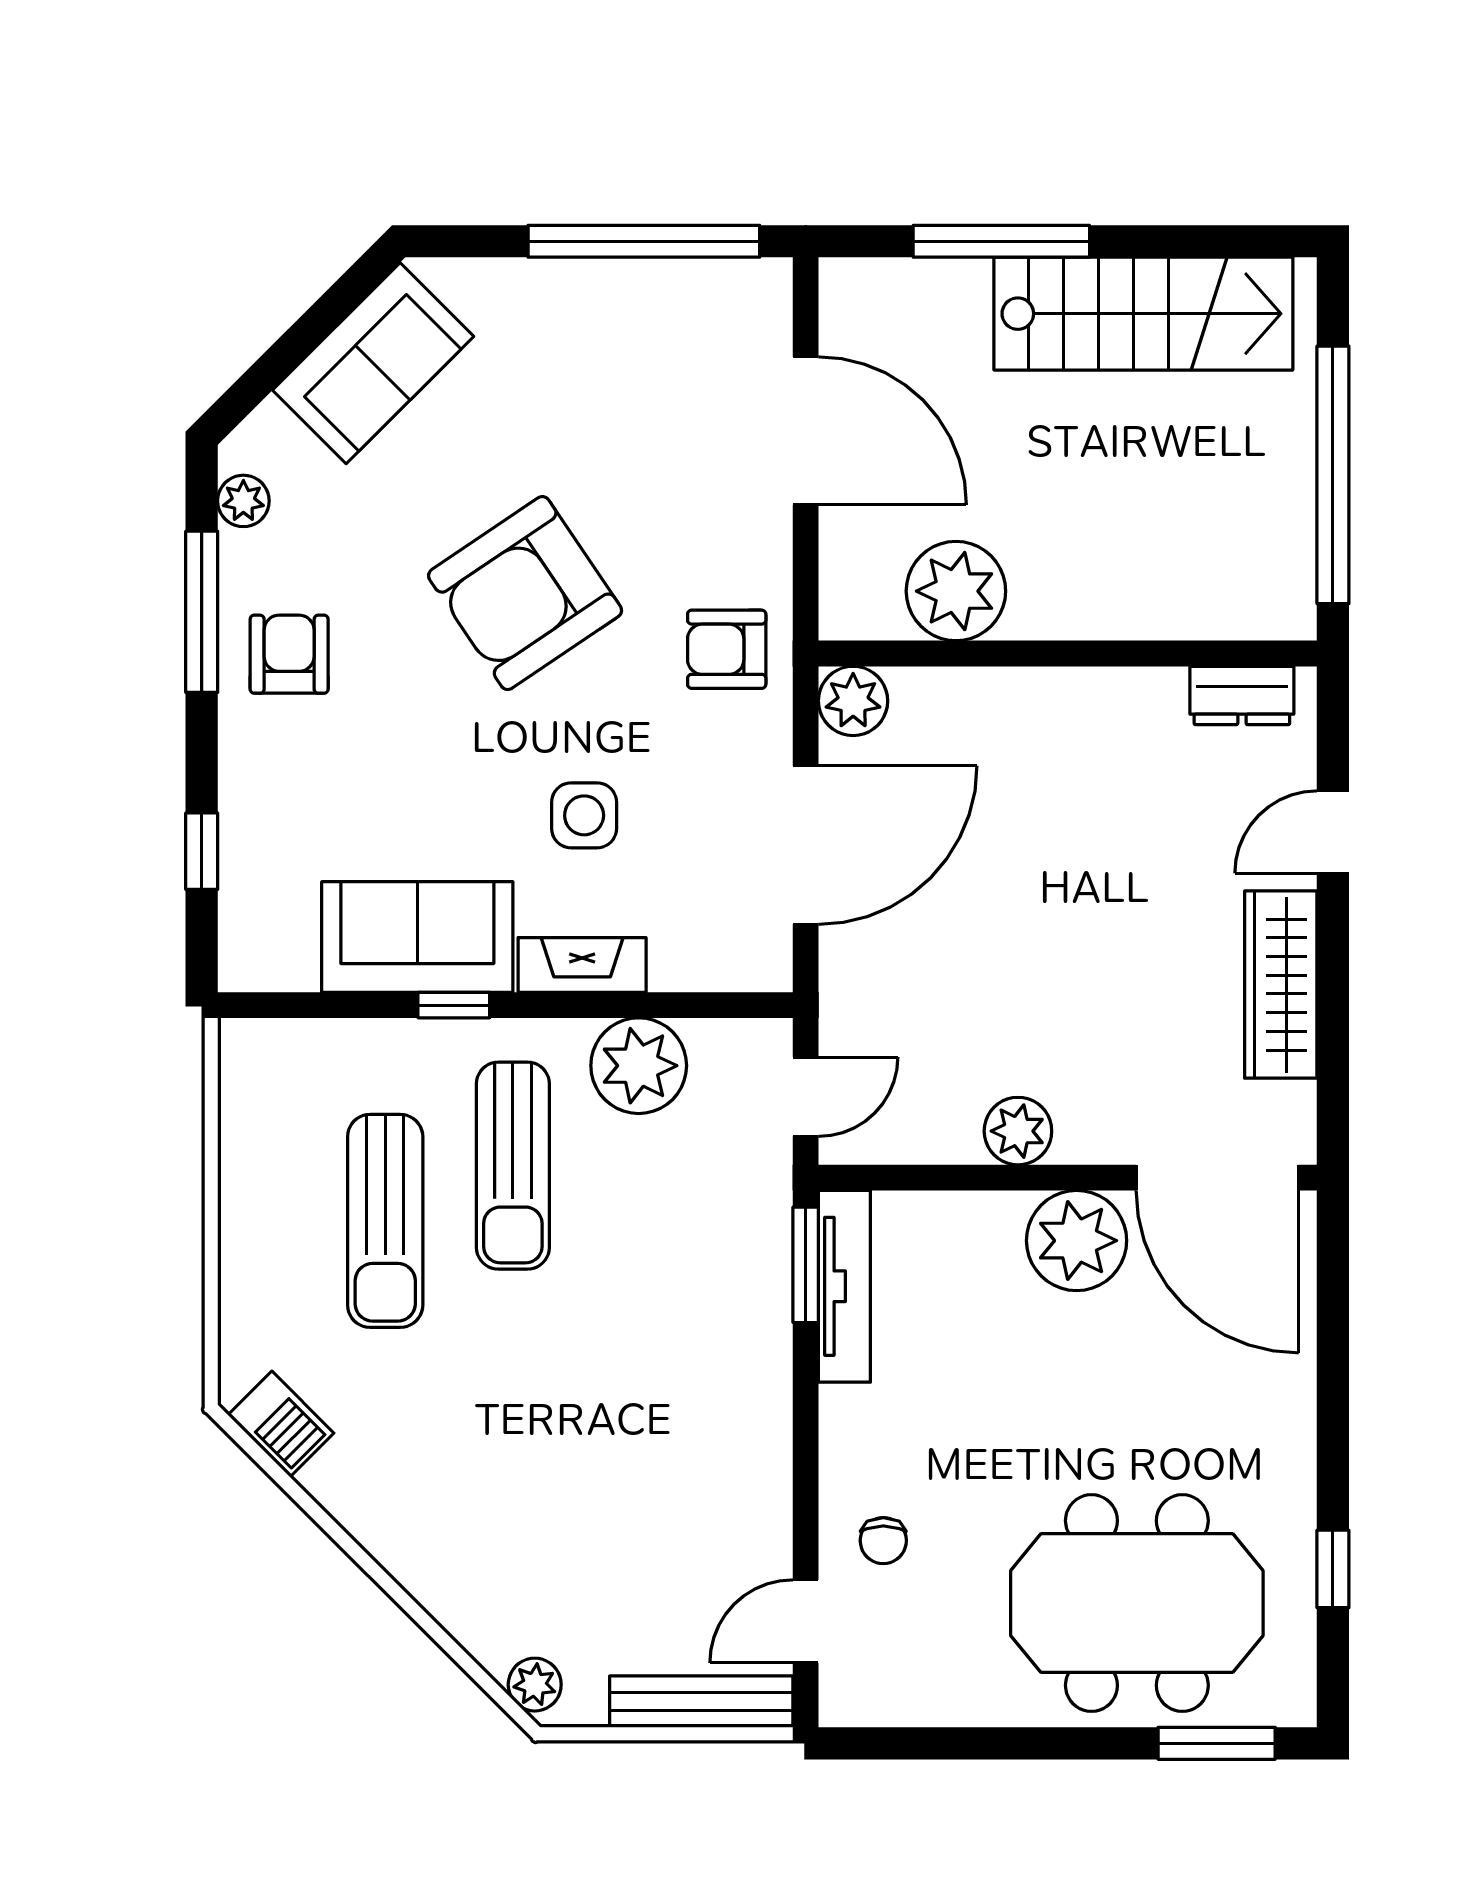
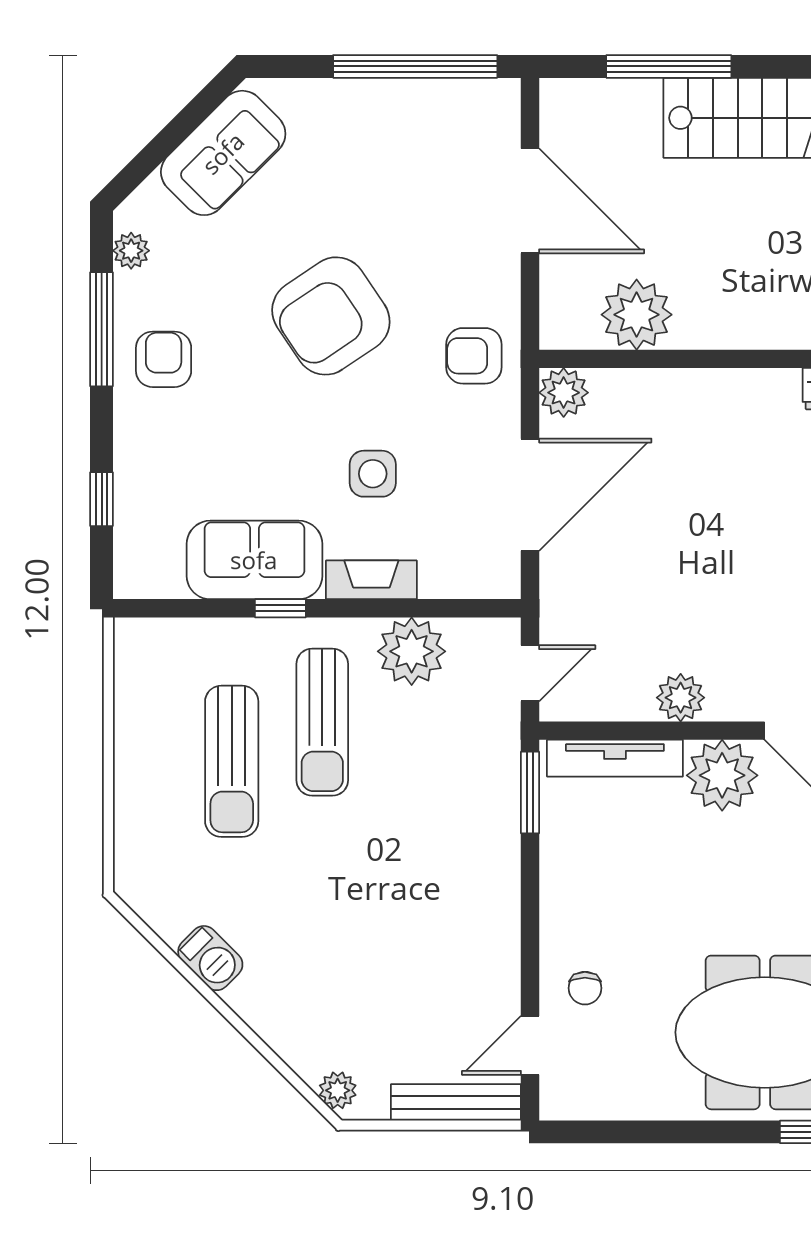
tv unit: (844, 1286) -> (615, 758), moved, turned 90
barbecue: (281, 1424) -> (210, 958), moved

